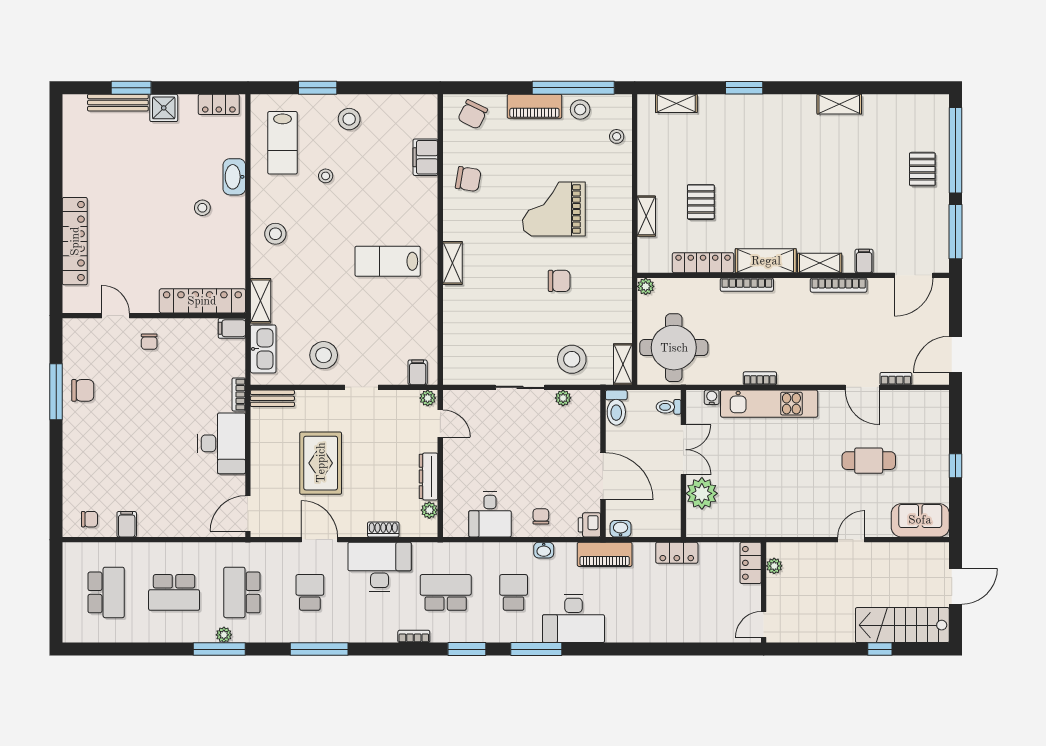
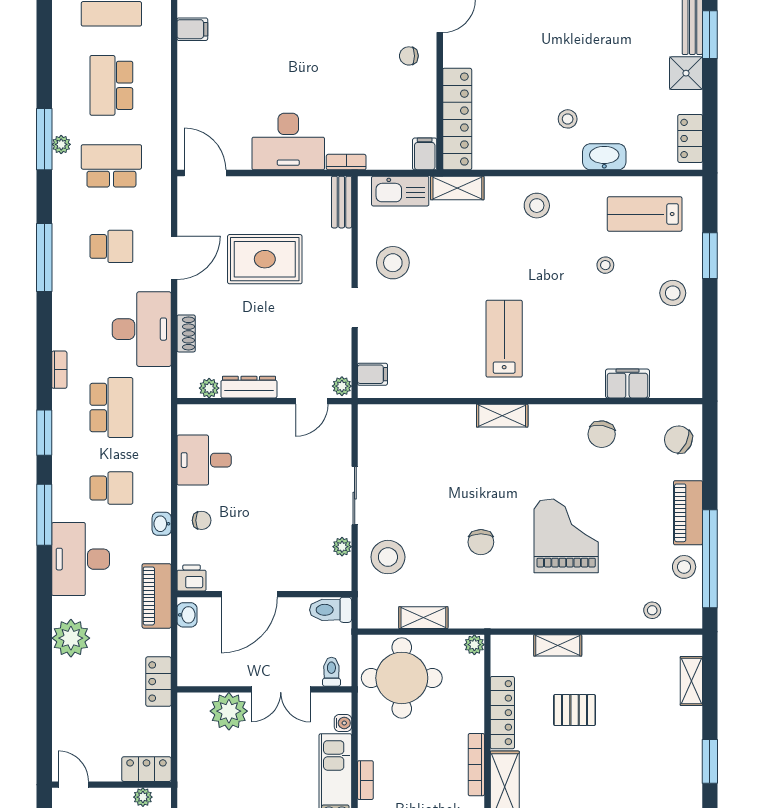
shelving: (623, 364) -> (423, 618), moved
plant: (640, 627) -> (71, 638), added

